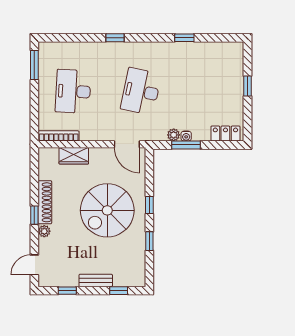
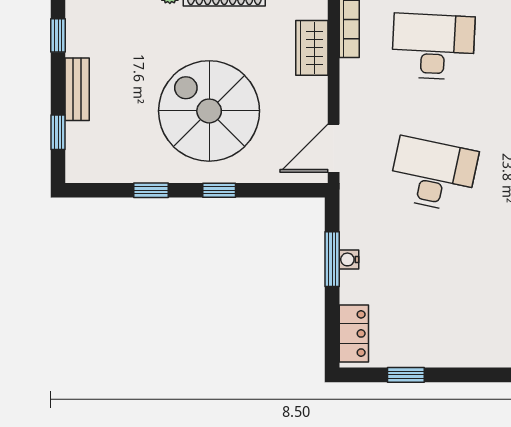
window: (247, 86) -> (406, 375), moved
plant: (174, 135) -> (351, 236), removed

